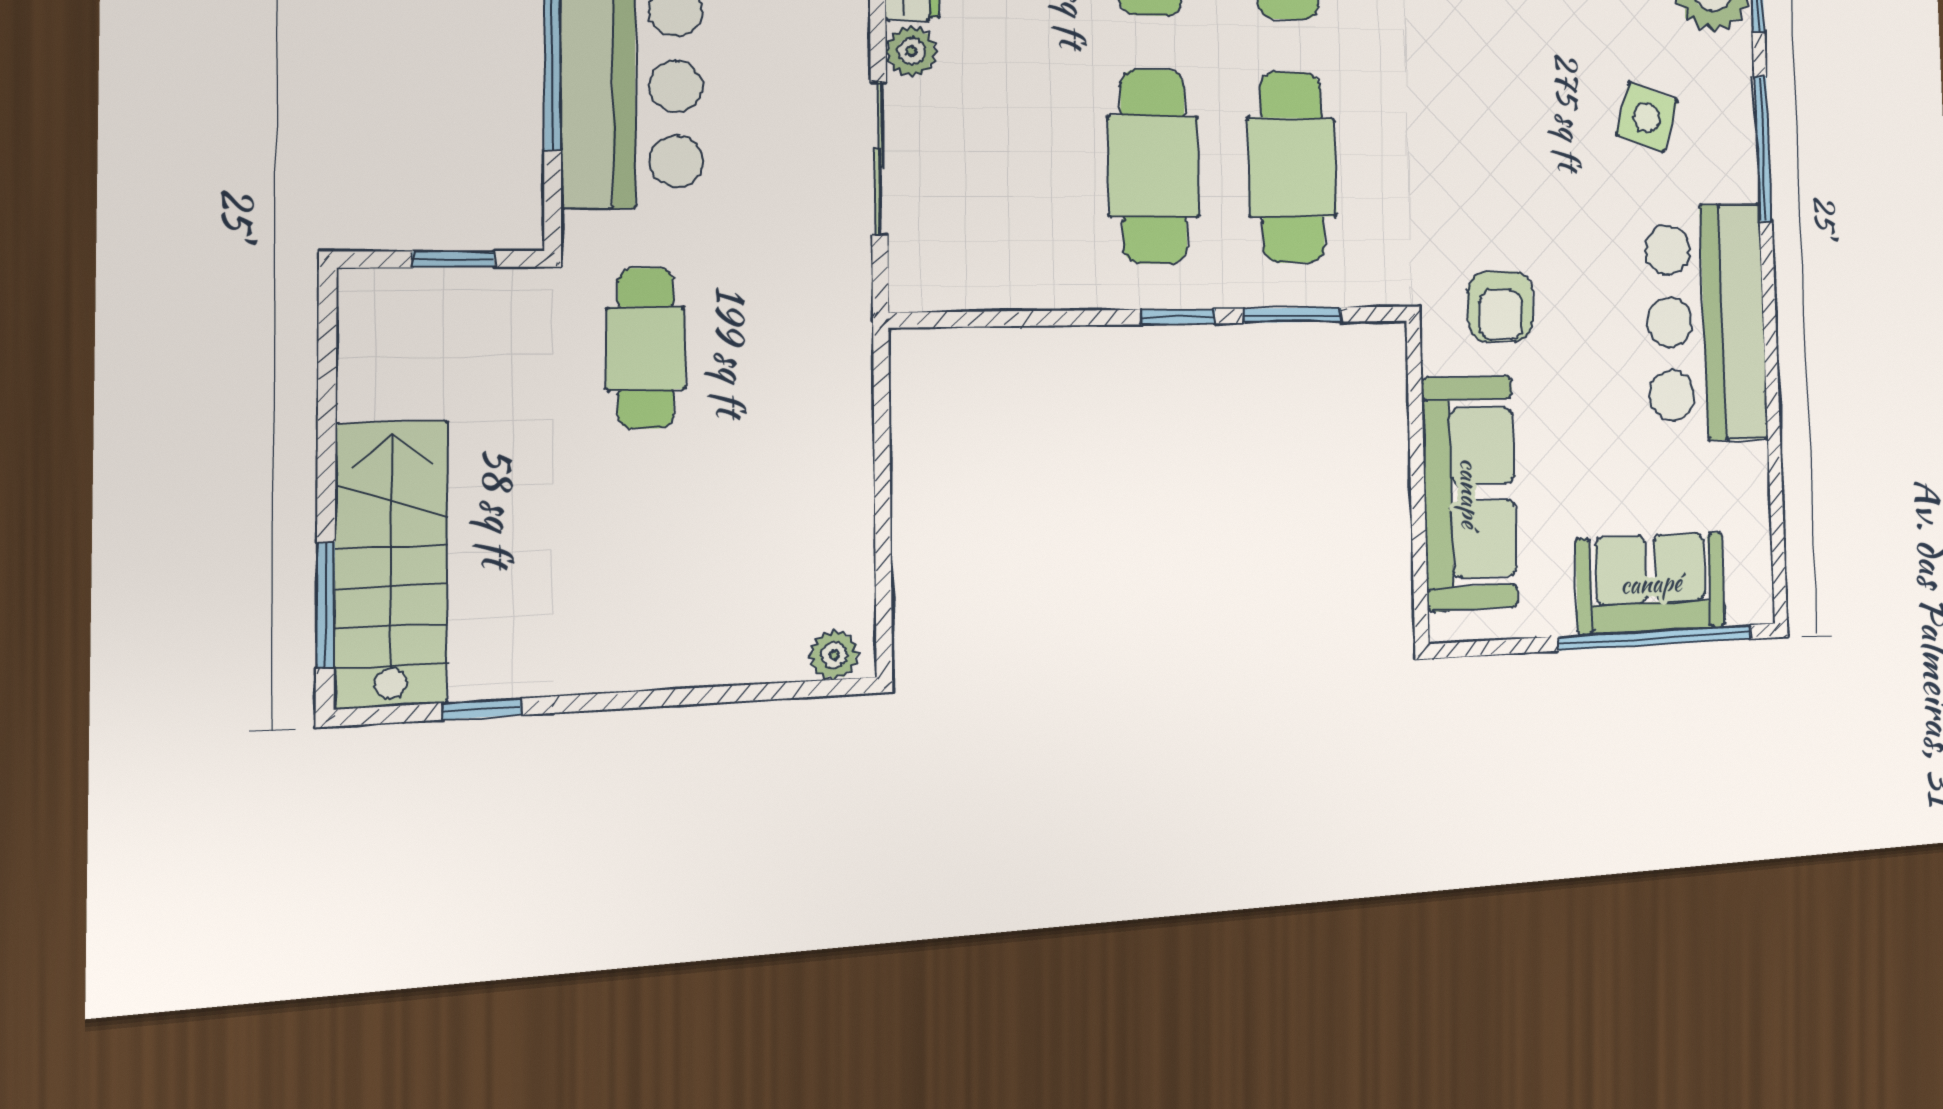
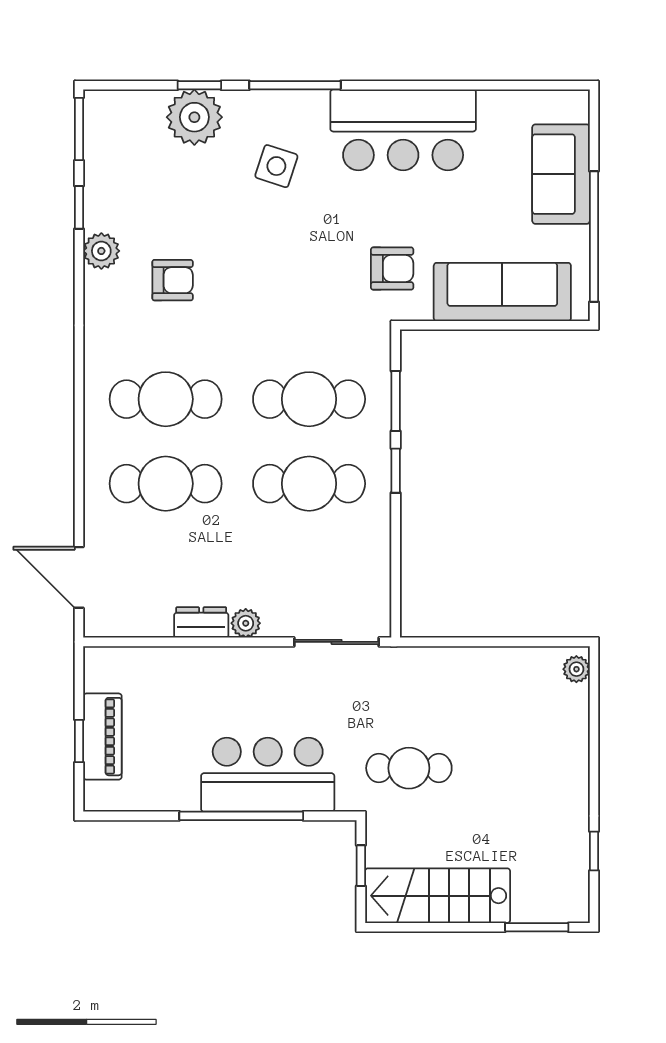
sliding door: (879, 158) -> (337, 642), moved
stairs: (391, 563) -> (438, 896), moved
window: (1656, 638) -> (594, 236), moved

